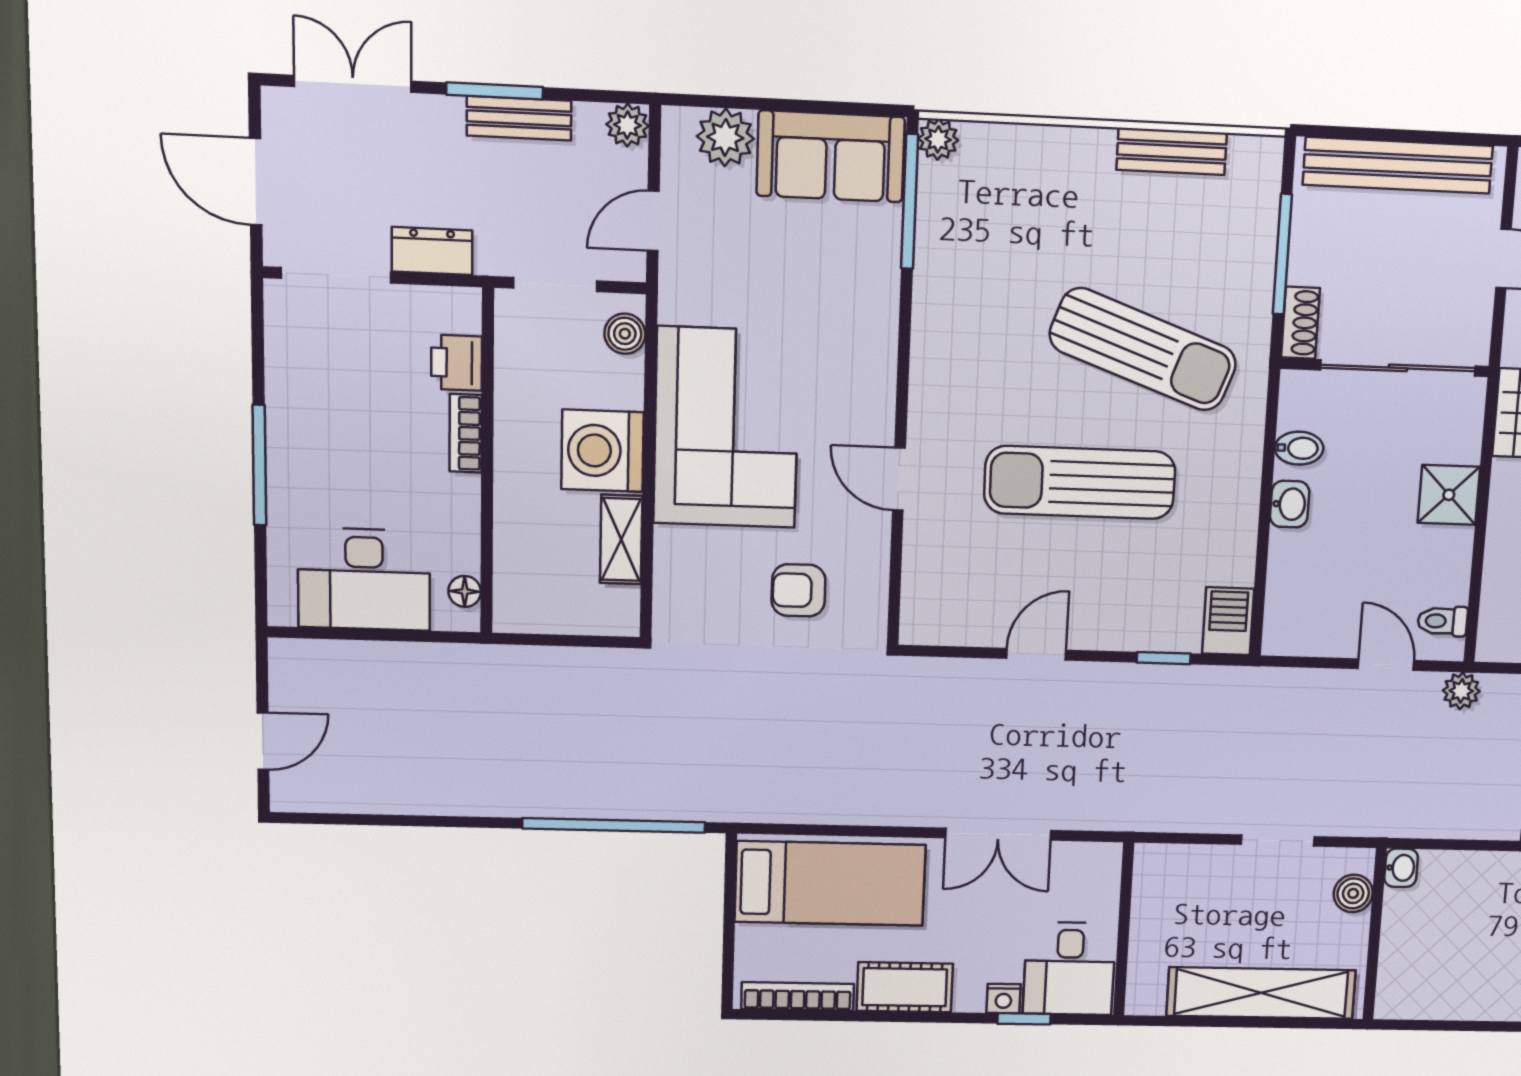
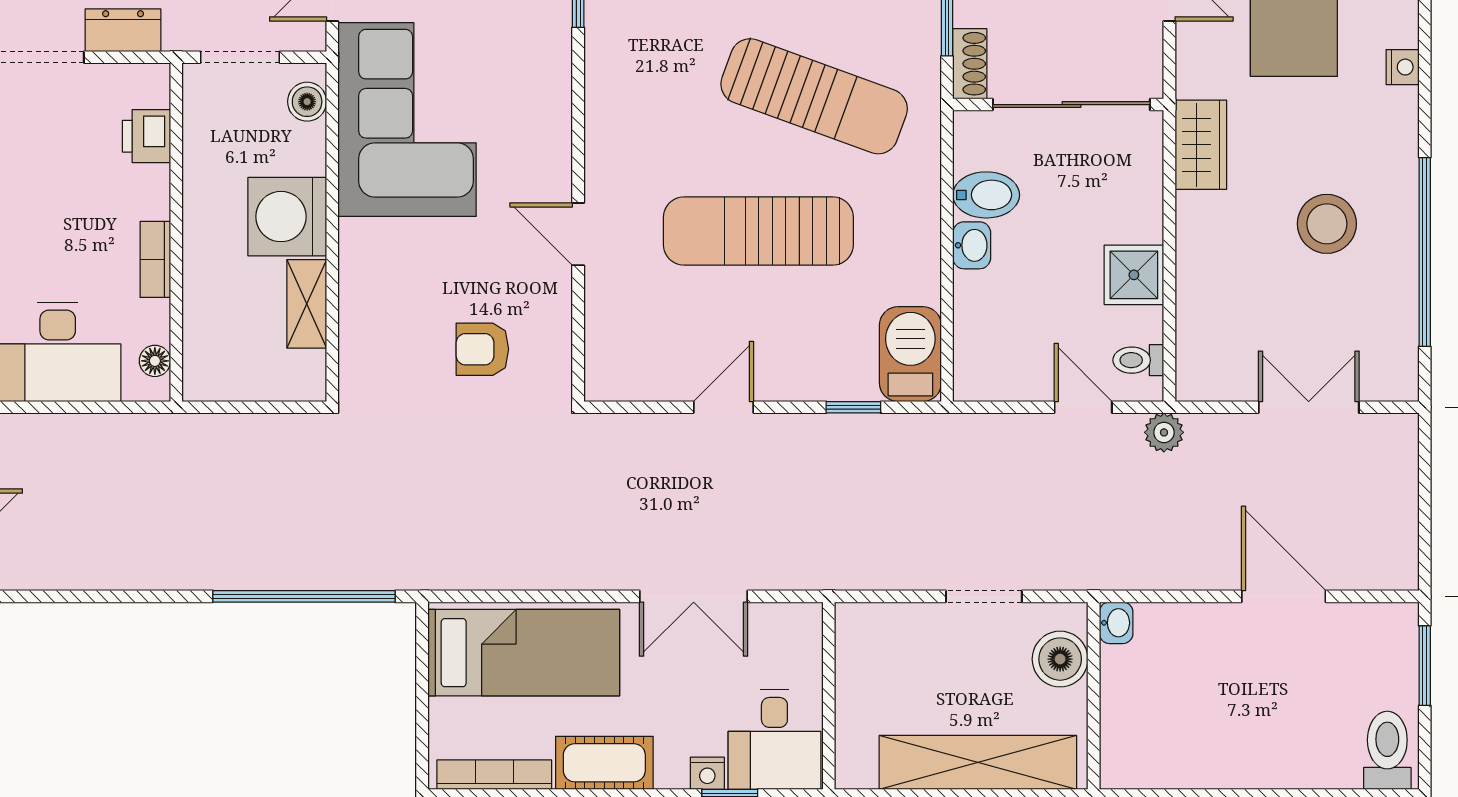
corner sofa: (726, 428) -> (407, 120), moved
bookcase: (466, 433) -> (155, 259), moved
bidet: (1299, 448) -> (986, 195), width x1.38, depth x1.36
shower: (1449, 495) -> (1134, 275), moved
barbecue: (1228, 621) -> (910, 354), width x1.38, depth x1.27
boiler: (1353, 893) -> (1060, 659), width x1.36, depth x1.36

